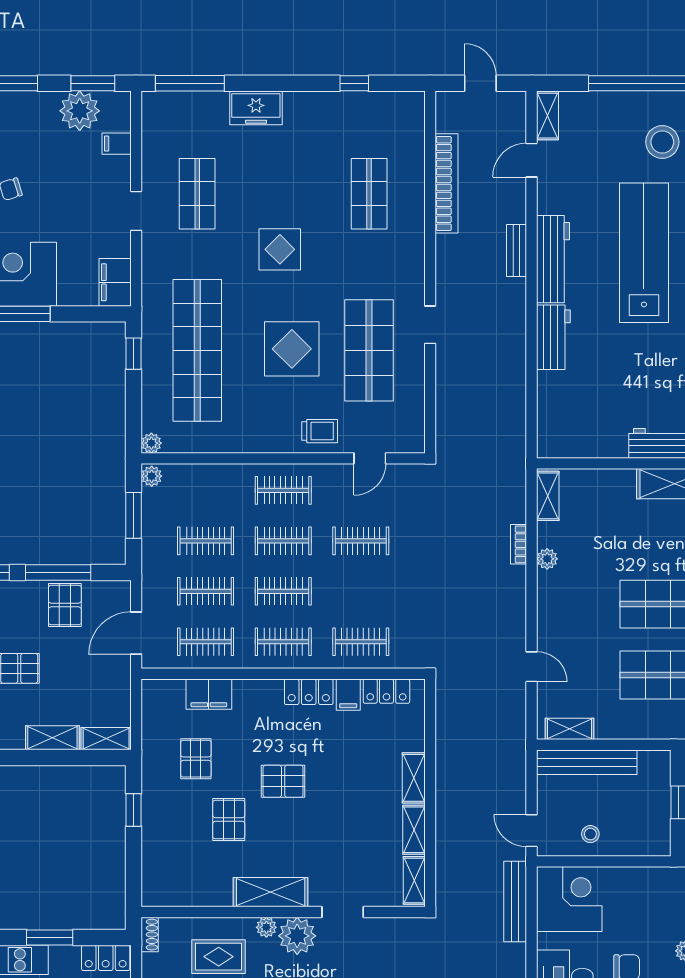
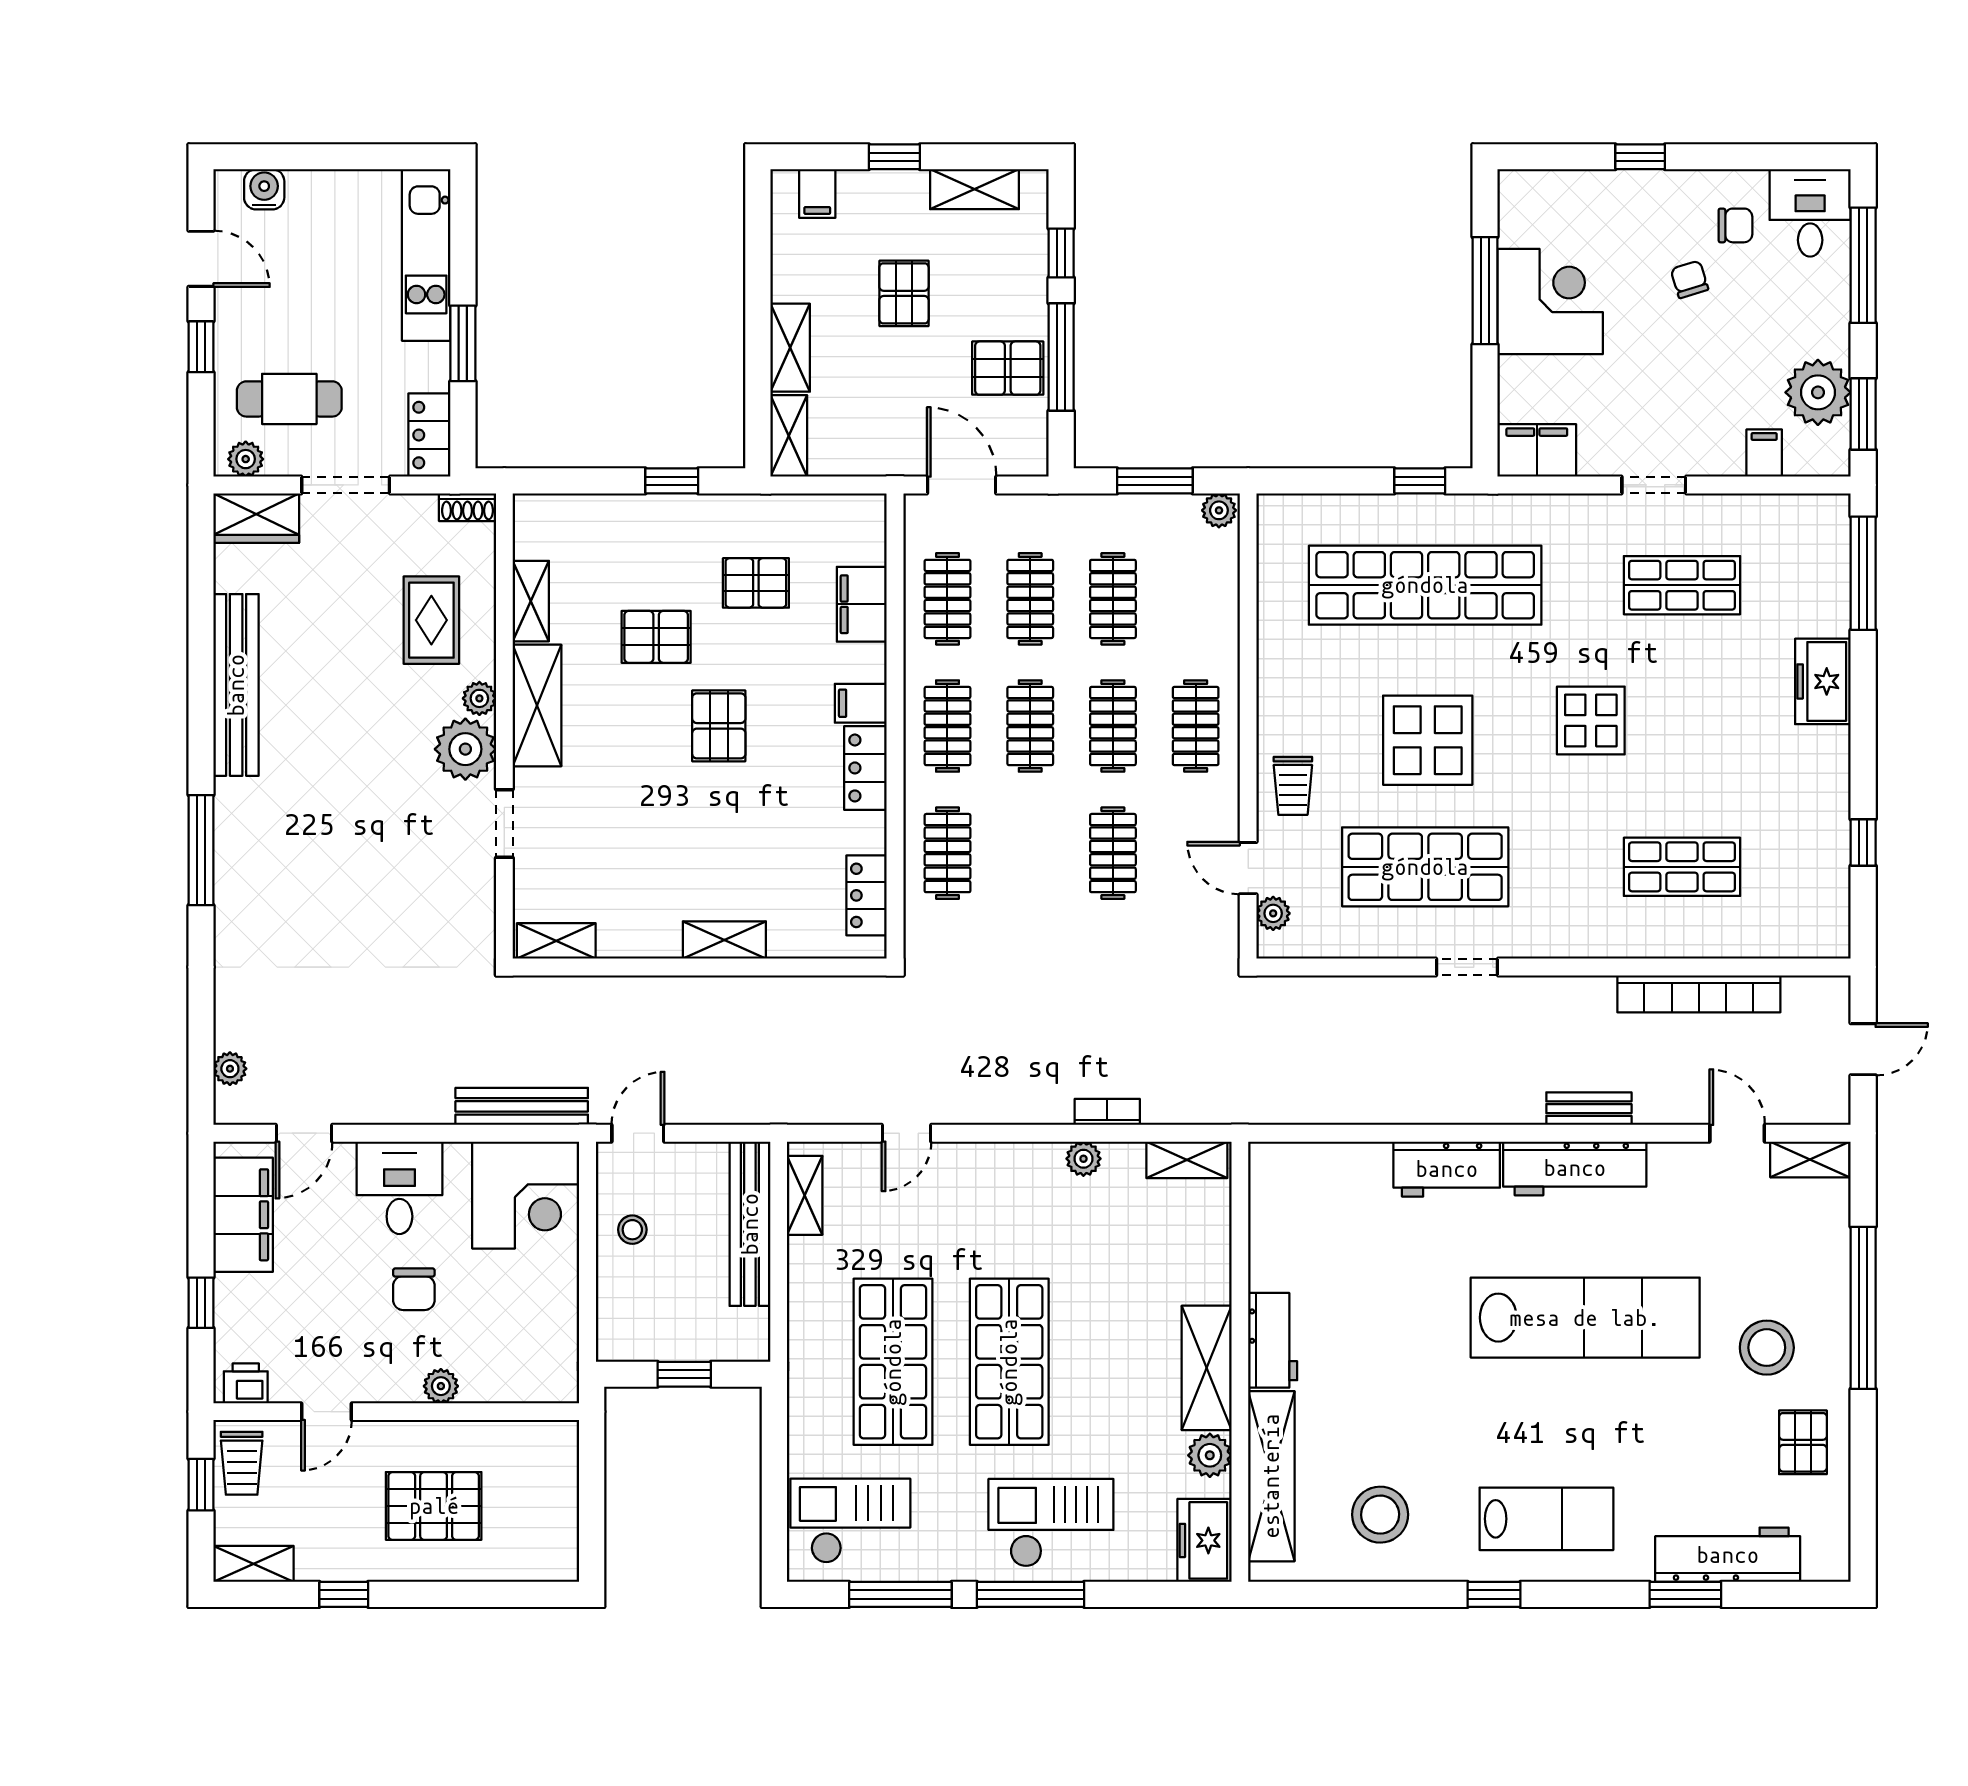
plant: (151, 443) -> (1273, 913), moved
filing cabinet: (348, 695) -> (861, 703), moved
shelving: (414, 830) -> (531, 601), moved, turned 90

